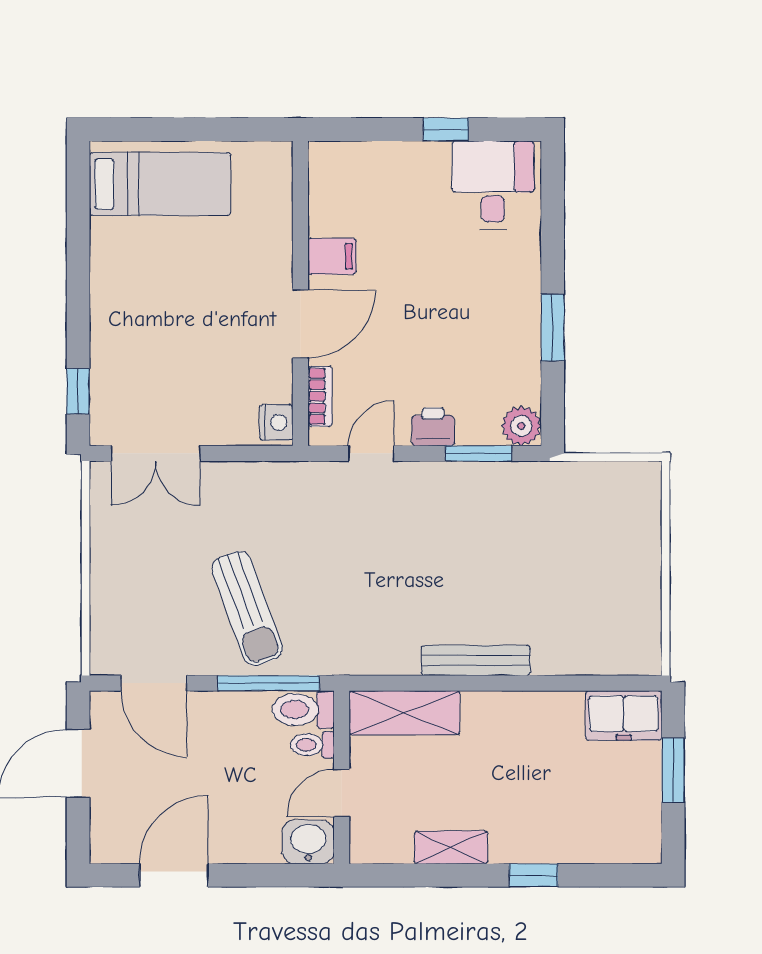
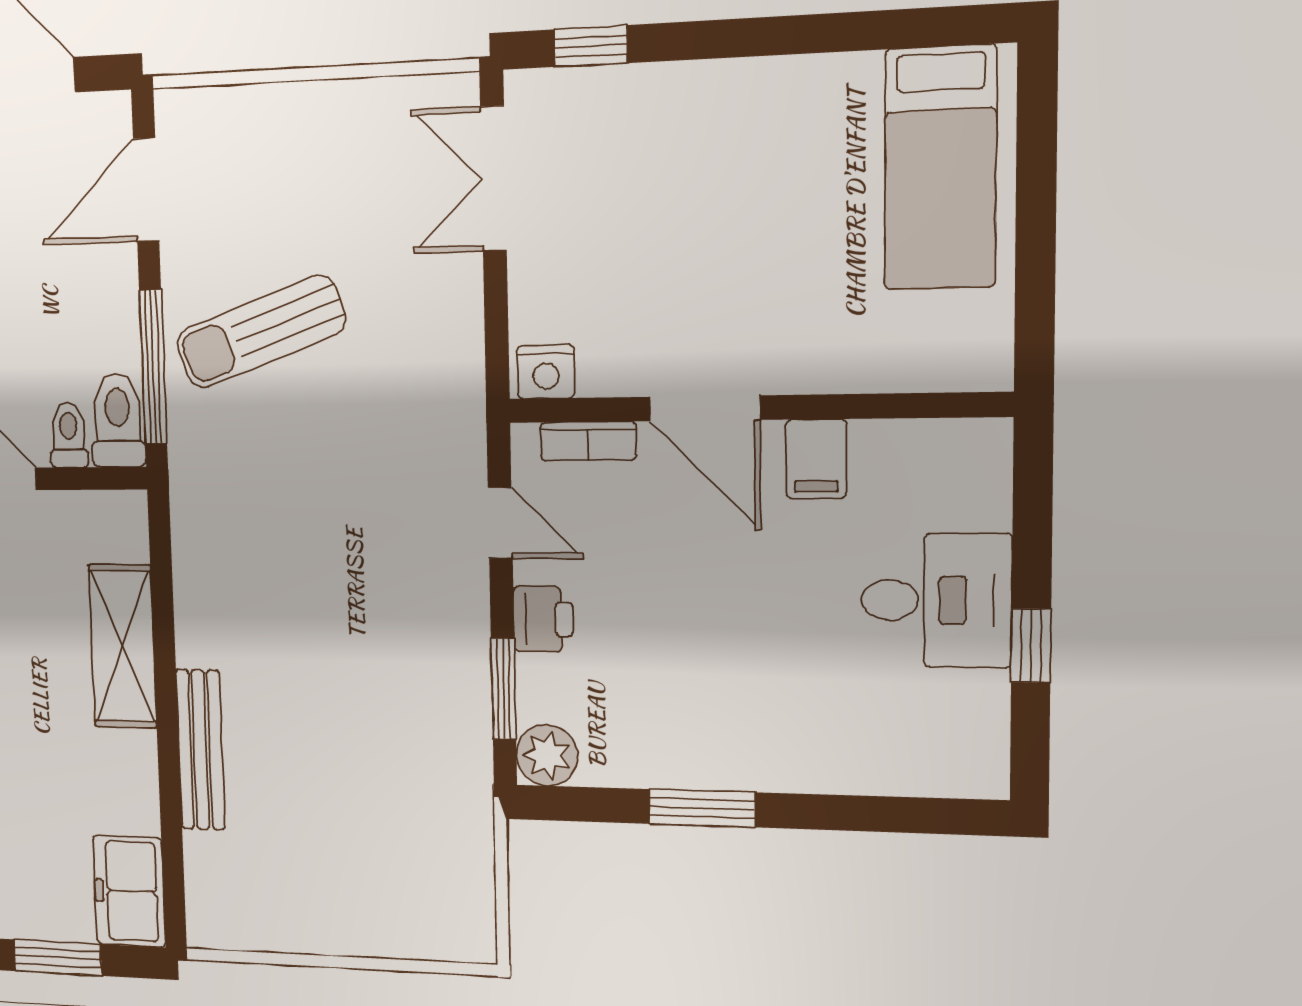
desk: (493, 185) -> (936, 600), moved
bench: (476, 660) -> (200, 750), moved
shelving: (404, 713) -> (123, 646), moved

